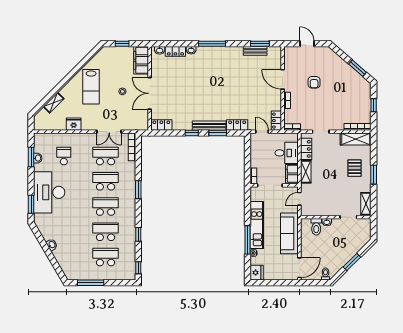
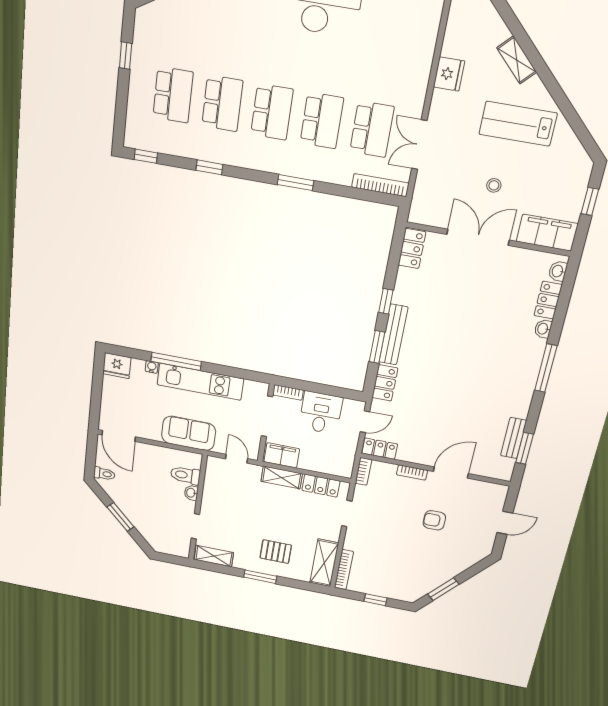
shelving: (54, 103) -> (517, 60), moved
desk: (287, 153) -> (321, 413), moved, turned 180
school desk: (64, 156) -> (387, 42), removed
sofa: (289, 233) -> (189, 433), width x0.73
window: (91, 283) -> (126, 56), width x0.46

